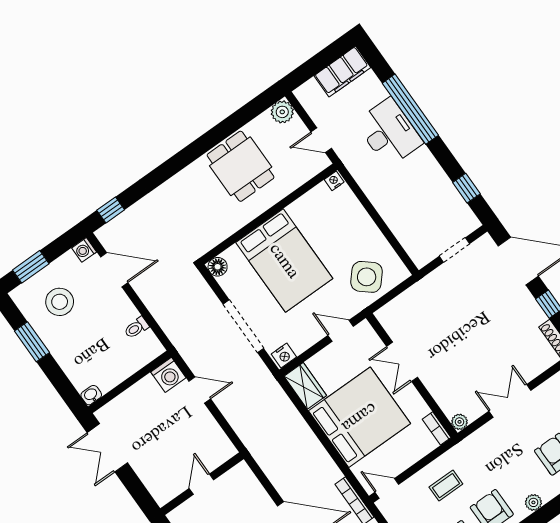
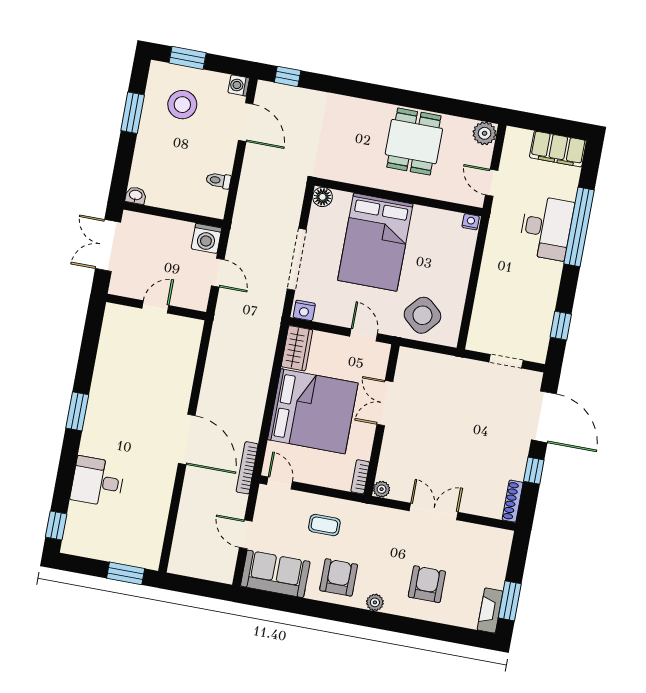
door: (201, 484) -> (155, 307), moved
wall: (202, 484) -> (156, 307), moved

